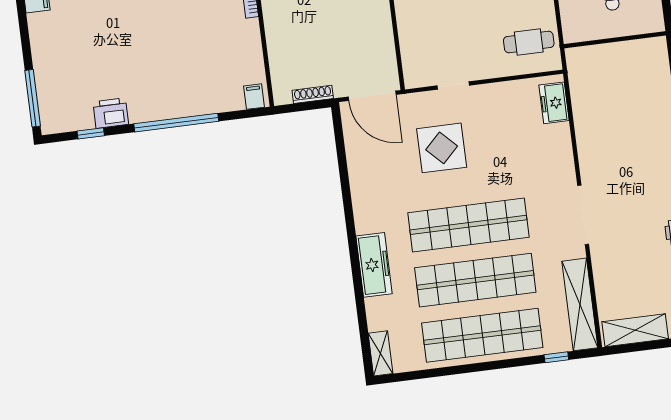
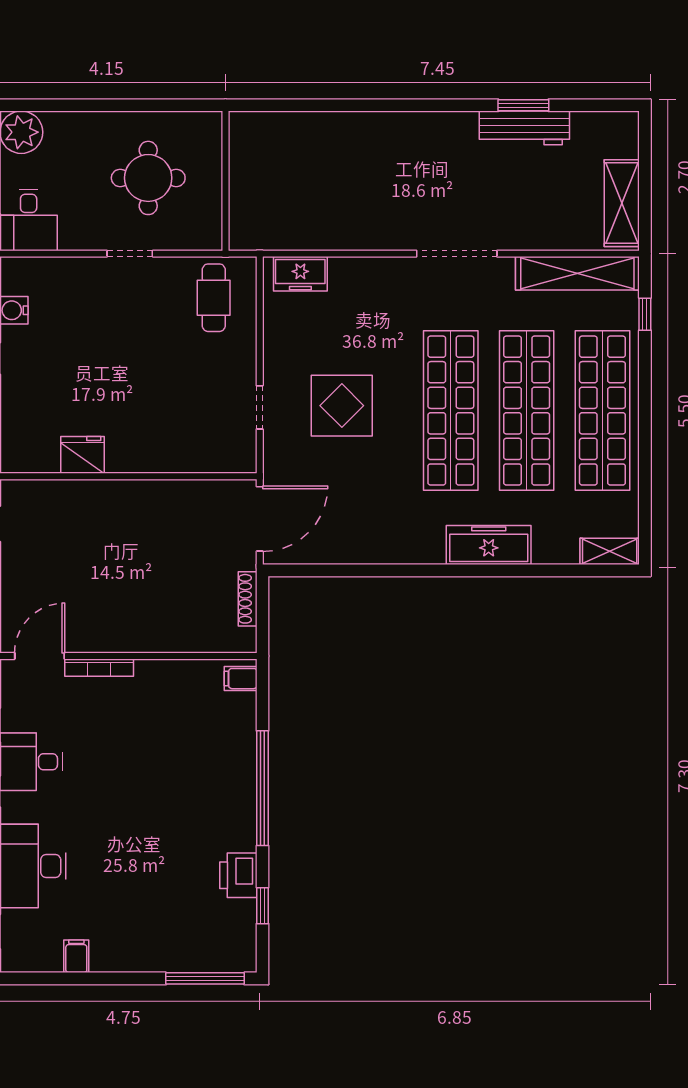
display table: (442, 148) -> (342, 406), moved

